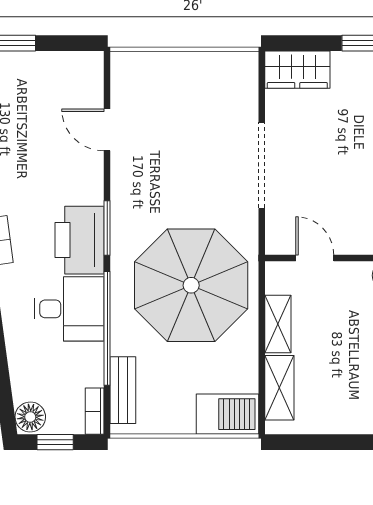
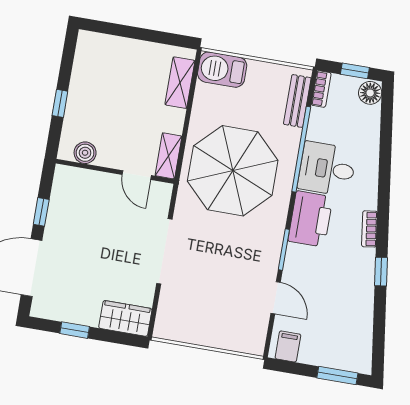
filing cabinet: (80, 70) -> (288, 346), added
window: (107, 228) -> (284, 250), moved
shelving: (278, 324) -> (168, 156), moved

